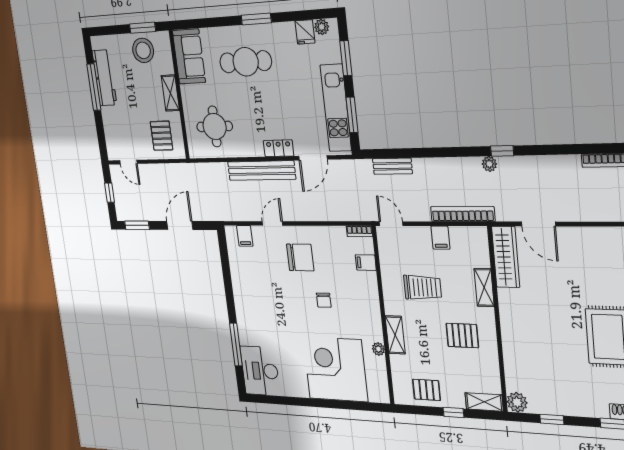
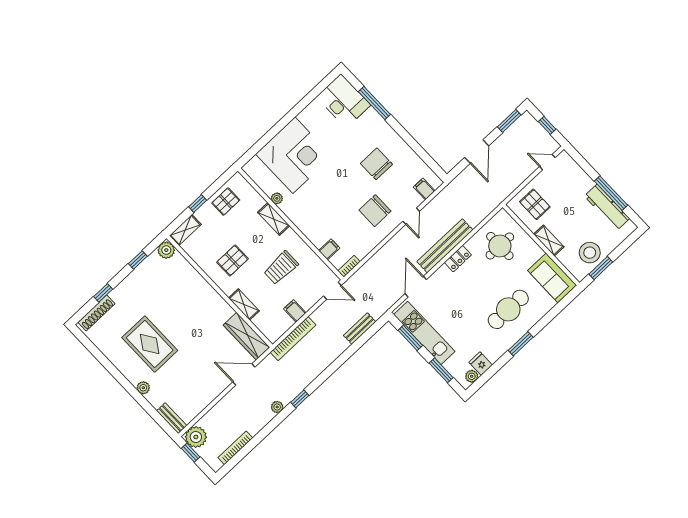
locker: (279, 148) -> (458, 259), moved
plant: (489, 164) -> (277, 407), moved
chair: (324, 300) -> (376, 164), moved, width x1.87, depth x1.87

